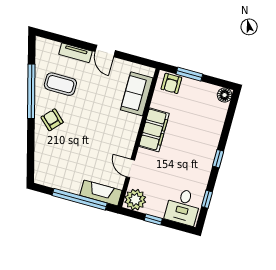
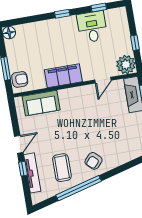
window: (78, 44) -> (23, 169), added
tv unit: (75, 53) -> (32, 173), width x1.41
desk: (183, 207) -> (92, 27), moved, turned -90

